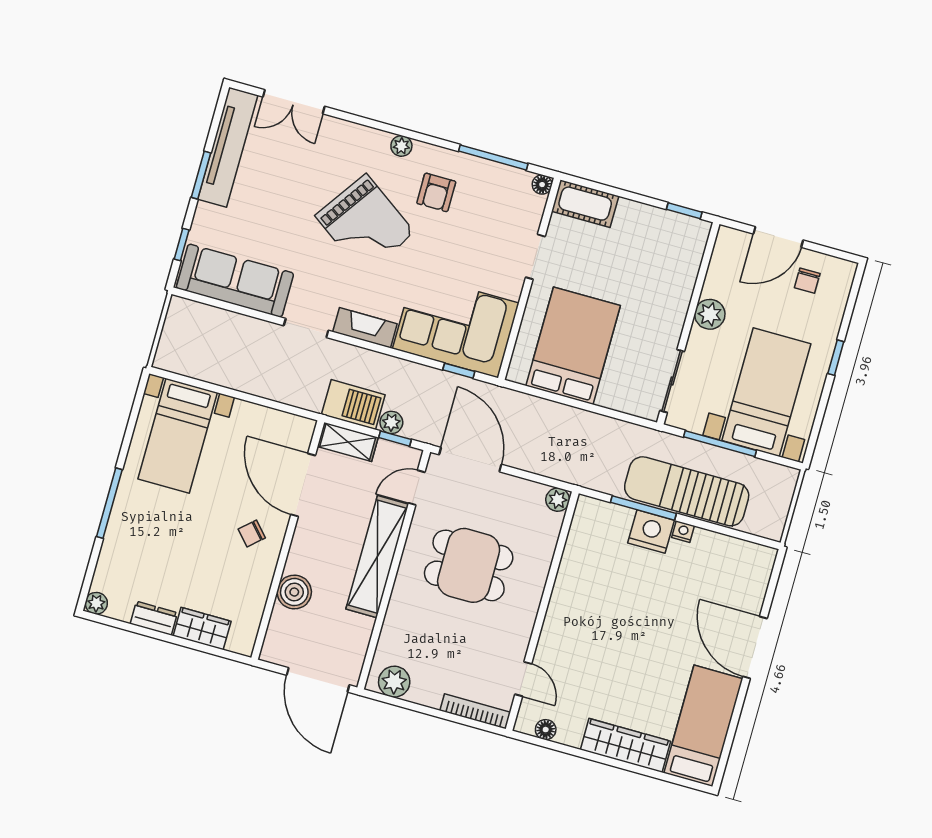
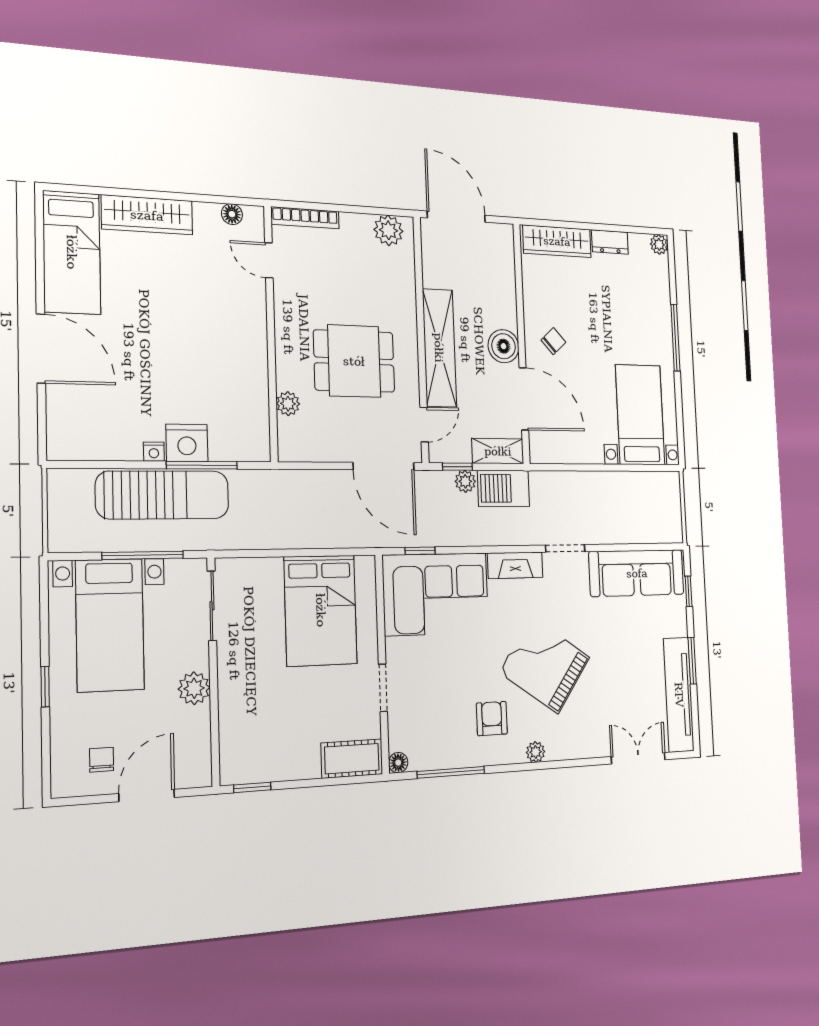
plant: (558, 500) -> (288, 404), moved
boiler: (294, 592) -> (504, 346), moved
wardrobe: (202, 629) -> (557, 241), width x1.50

